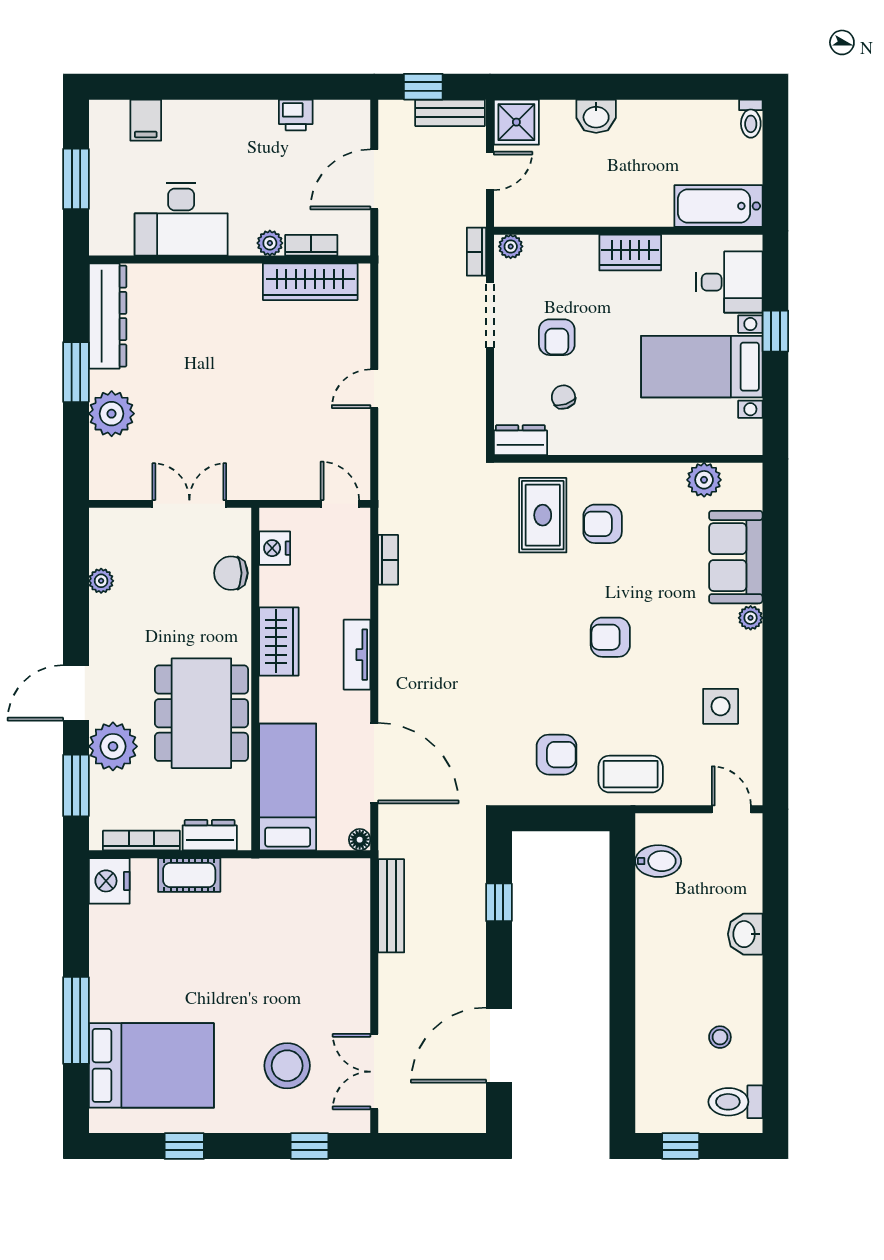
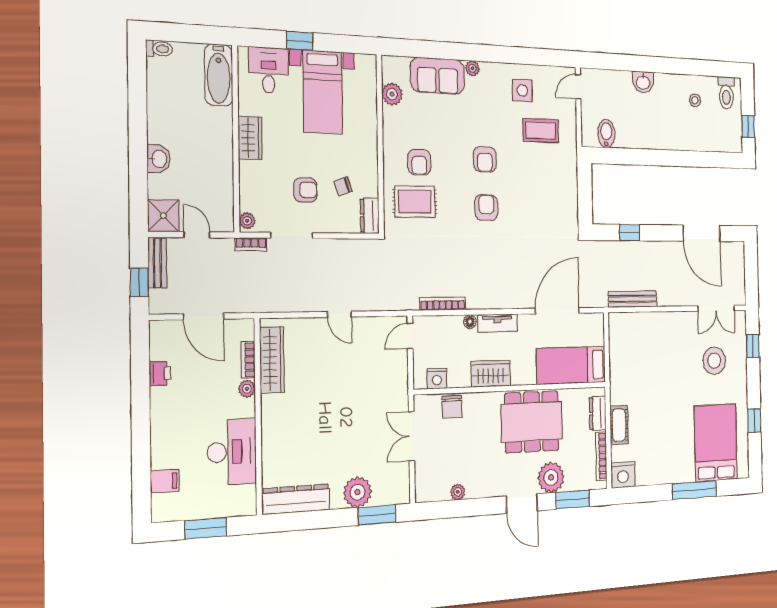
window: (76, 372) -> (377, 515), moved
bookcase: (388, 560) -> (443, 304), width x1.56
armchair: (557, 755) -> (486, 208), moved
coffee table: (631, 774) -> (541, 131), moved, turned 90
floor lamp: (360, 840) -> (470, 322), moved

